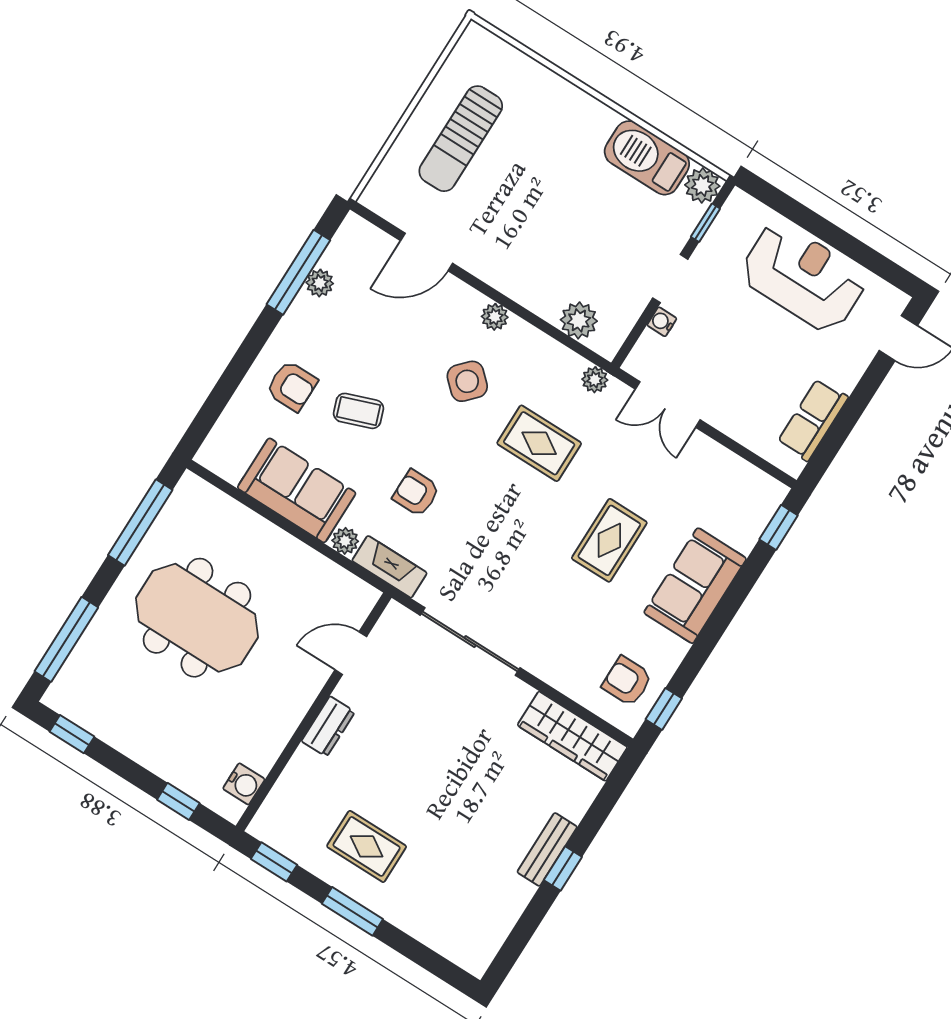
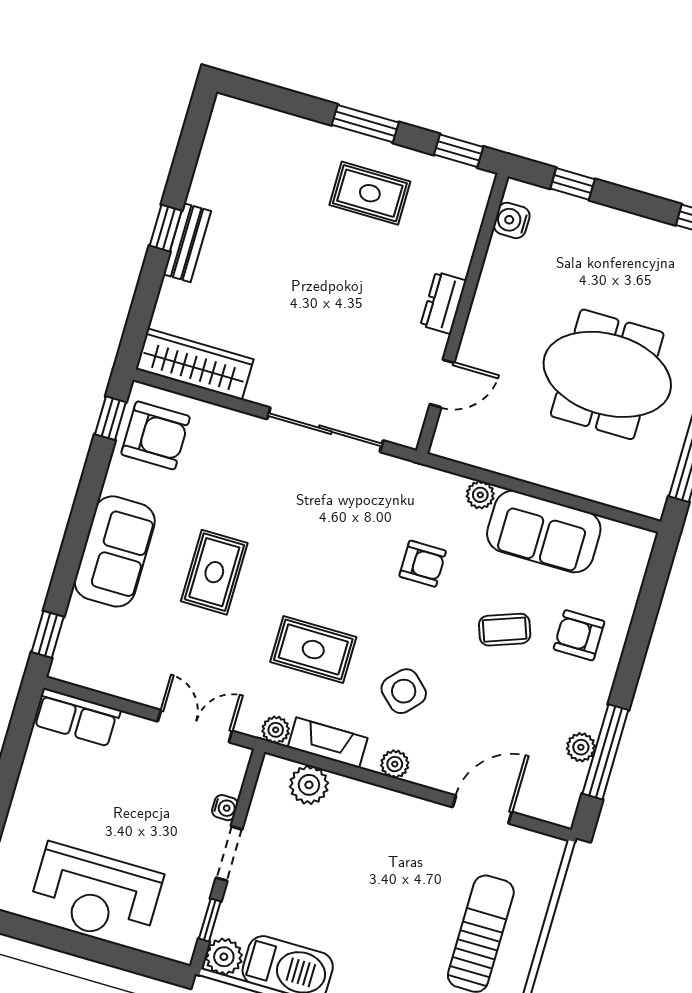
row of seats: (813, 420) -> (77, 717), moved, turned 90
fireplace: (389, 567) -> (328, 743), moved, turned 180
armchair: (627, 681) -> (156, 435), width x1.38, depth x1.38

